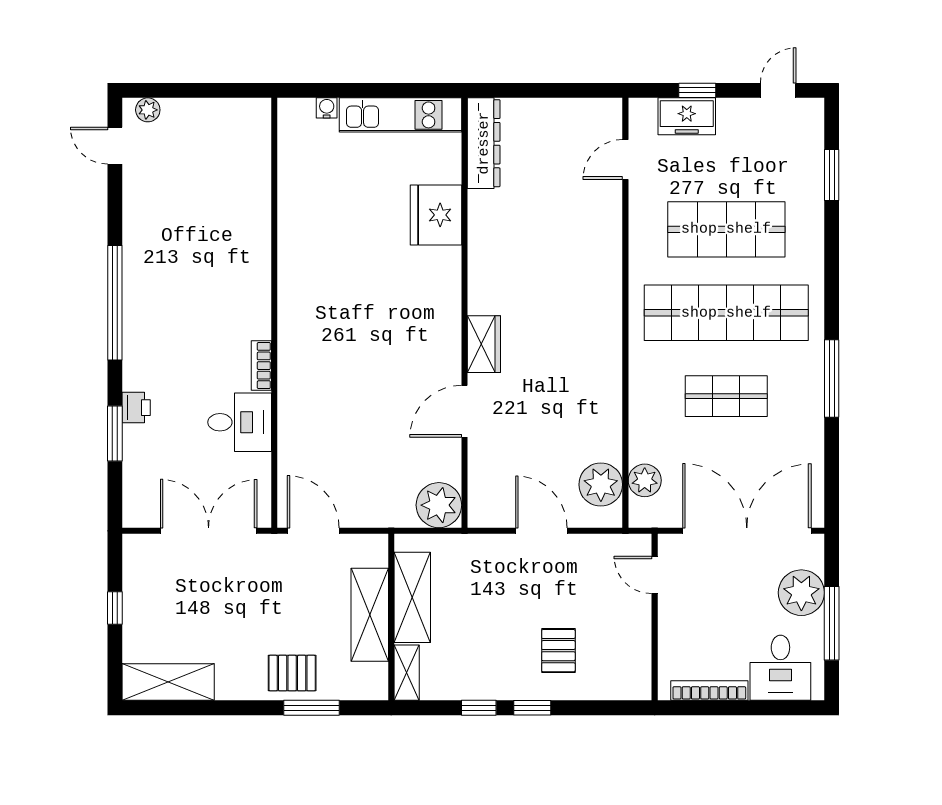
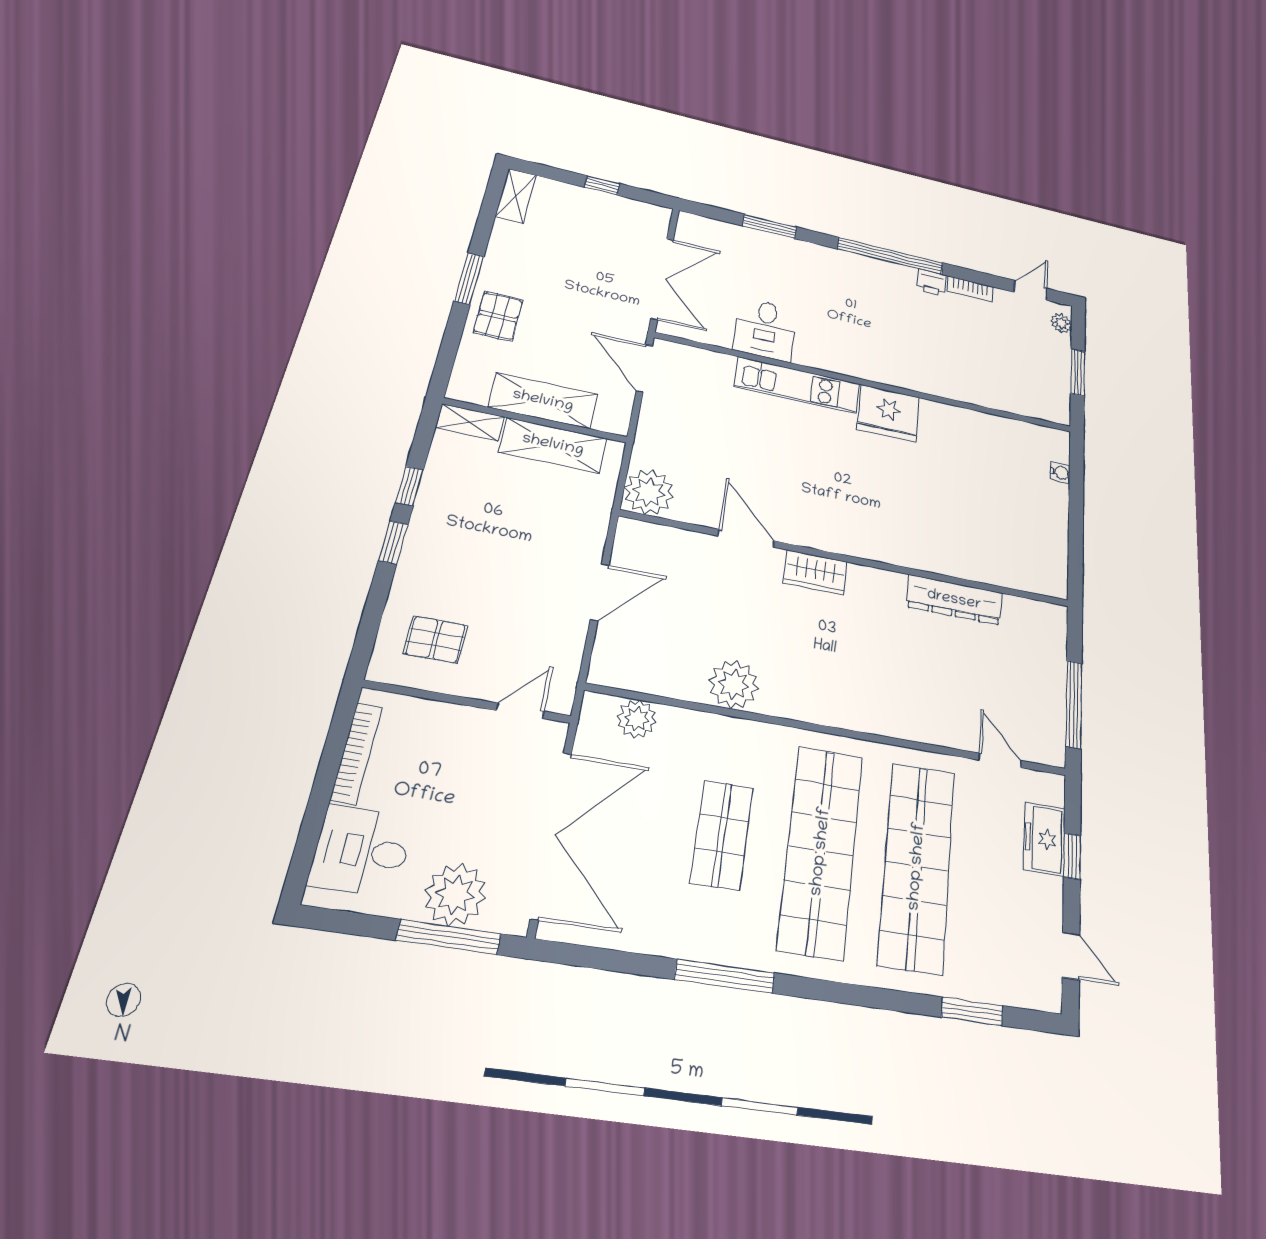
window: (204, 90) -> (1078, 372), added
window: (562, 90) -> (1074, 704), added
kitchen unit: (400, 115) -> (797, 385), moved, turned -90
dresser: (484, 143) -> (954, 600), moved
fridge: (436, 215) -> (888, 413), moved, turned 180
shop shelf: (726, 229) -> (917, 866), width x1.40
bookcase: (261, 366) -> (970, 289), moved, turned 180
printer: (136, 408) -> (932, 283), moved
plant: (601, 485) -> (734, 684), moved
door: (313, 531) -> (644, 368), swing flipped
window: (832, 623) -> (449, 937), moved
pallet: (558, 651) -> (436, 639), moved
shelving: (168, 682) -> (516, 196), width x0.67, depth x0.75
window: (312, 708) -> (469, 279), moved

